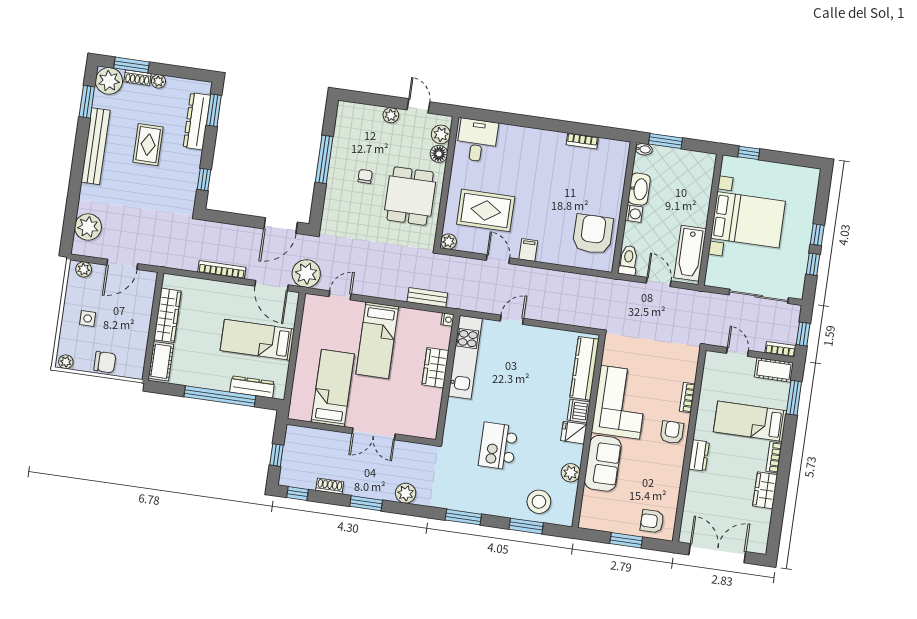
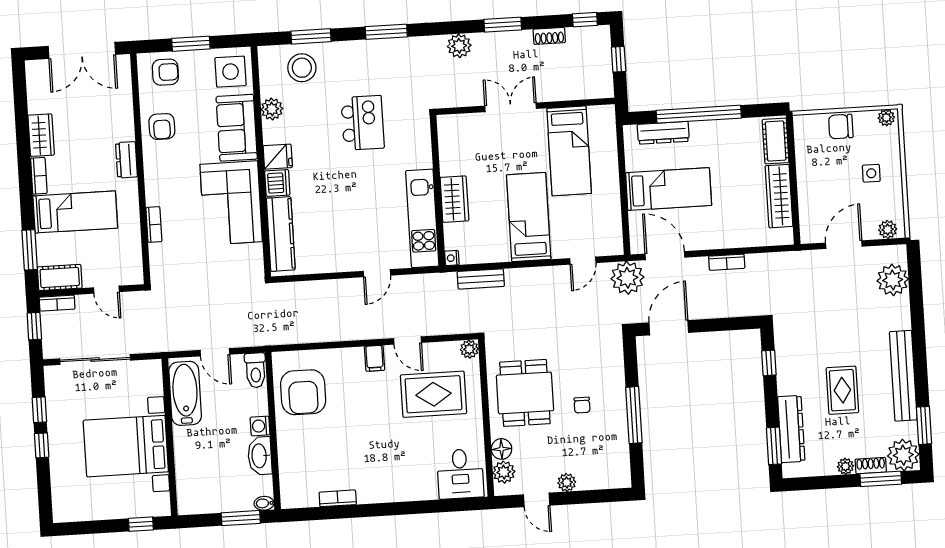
bookcase: (222, 270) -> (727, 262), width x0.64
armchair: (672, 432) -> (162, 126), moved
side table: (598, 511) -> (231, 72), added

